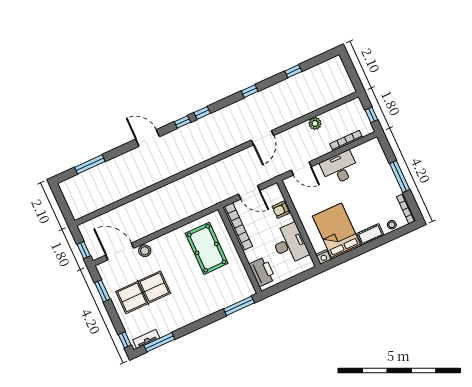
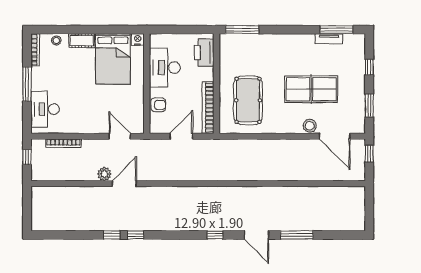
window: (293, 71) -> (112, 235), moved
window: (202, 113) -> (192, 235), removed
plant: (315, 123) -> (104, 174), moved
door: (262, 138) -> (124, 184), moved
window: (90, 164) -> (297, 235), moved
desk: (339, 168) -> (45, 109), moved, turned 90
door: (249, 192) -> (181, 136), hinge flipped
table tennis table: (143, 292) -> (311, 89), moved
tv unit: (146, 339) -> (329, 39), moved
window: (125, 340) -> (369, 67), moved

